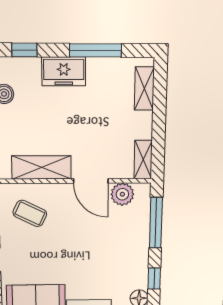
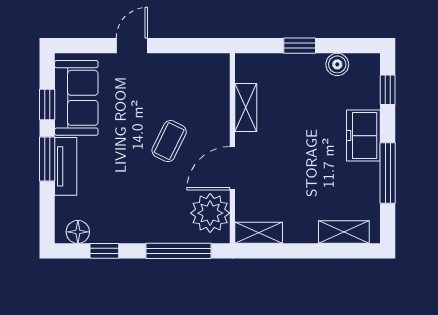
shelving: (41, 167) -> (246, 108), width x0.67, depth x0.75
plant: (122, 194) -> (210, 213), width x1.36, depth x1.36
coffee table: (30, 213) -> (169, 141), moved

